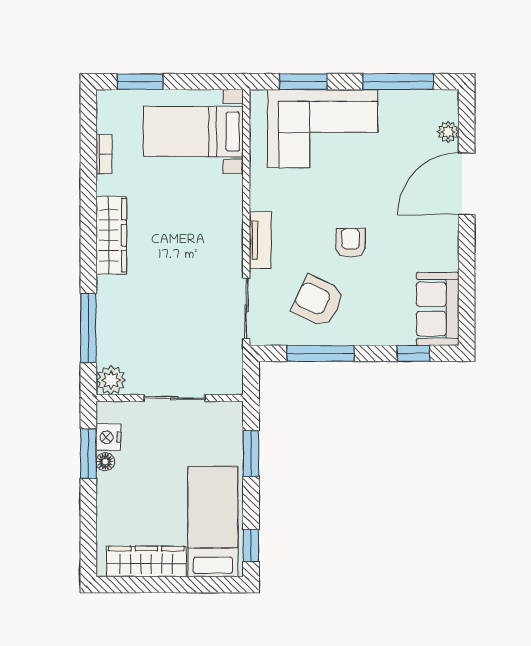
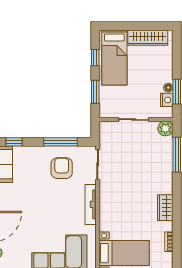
wardrobe: (111, 235) -> (165, 208), width x0.67
tv unit: (260, 240) -> (91, 204), width x1.41
armchair: (351, 243) -> (45, 197), removed
armchair: (318, 301) -> (62, 168), turned -115
window: (251, 545) -> (95, 58), moved

